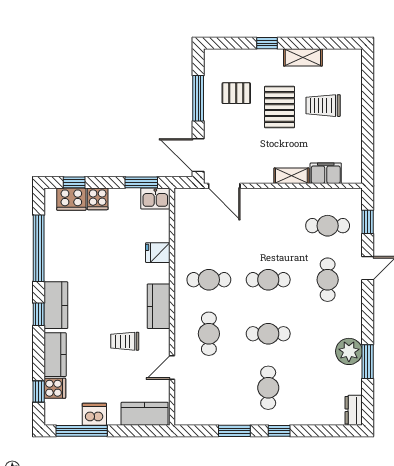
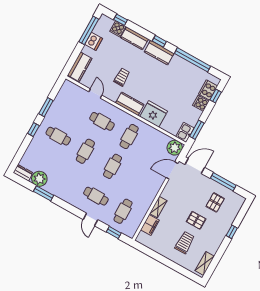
shelving: (303, 57) -> (205, 263), moved
pallet: (280, 107) -> (196, 220), width x0.67, depth x0.71
plant: (187, 201) -> (175, 148), added
fridge: (158, 253) -> (154, 114), width x1.88, depth x1.34
plant: (349, 351) -> (39, 179), moved

